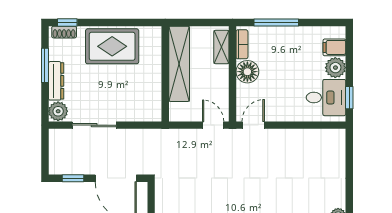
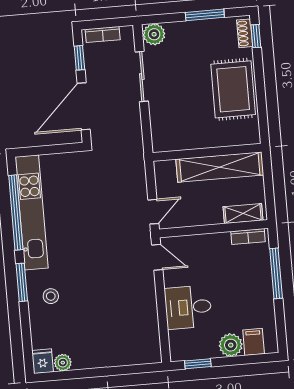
floor lamp: (247, 72) -> (217, 245), removed
dresser: (56, 81) -> (188, 29), removed
desk: (326, 98) -> (188, 307), moved, turned 90
bookcase: (54, 156) -> (103, 34), added

